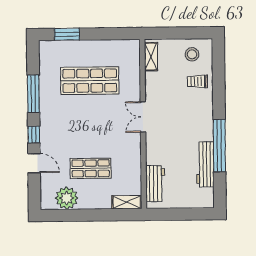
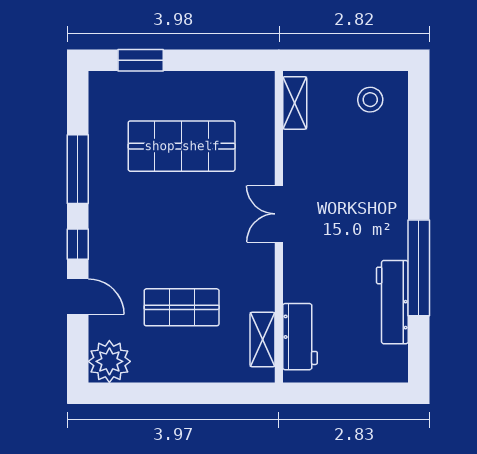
trolley: (197, 81) -> (380, 150), removed
plant: (67, 198) -> (109, 361), moved
shelving: (127, 202) -> (263, 340), moved, turned 90

